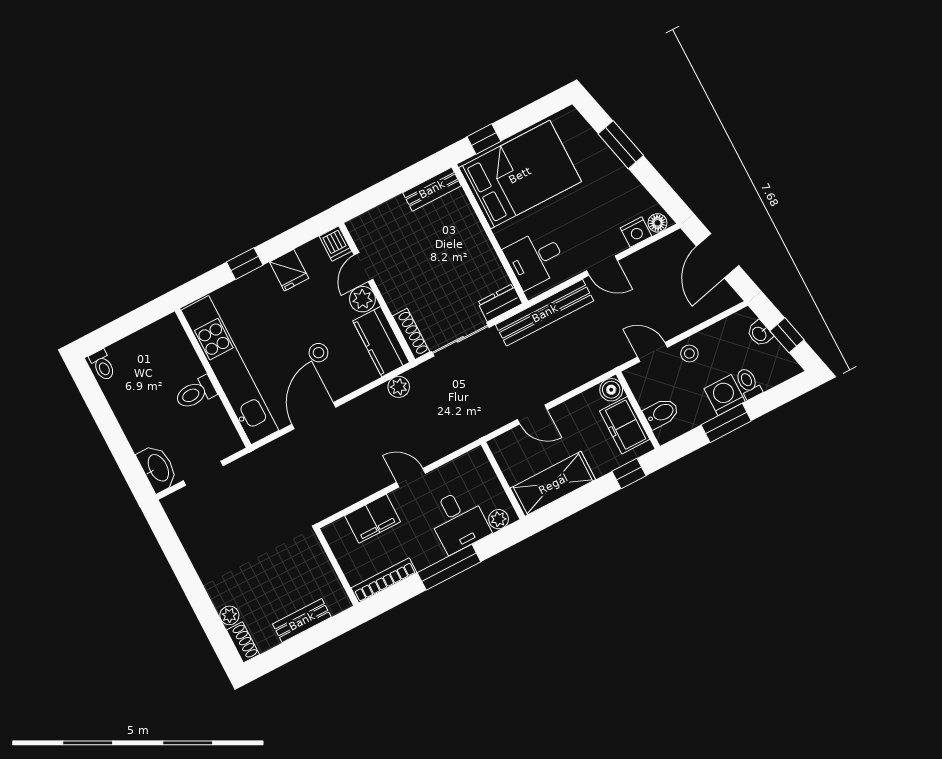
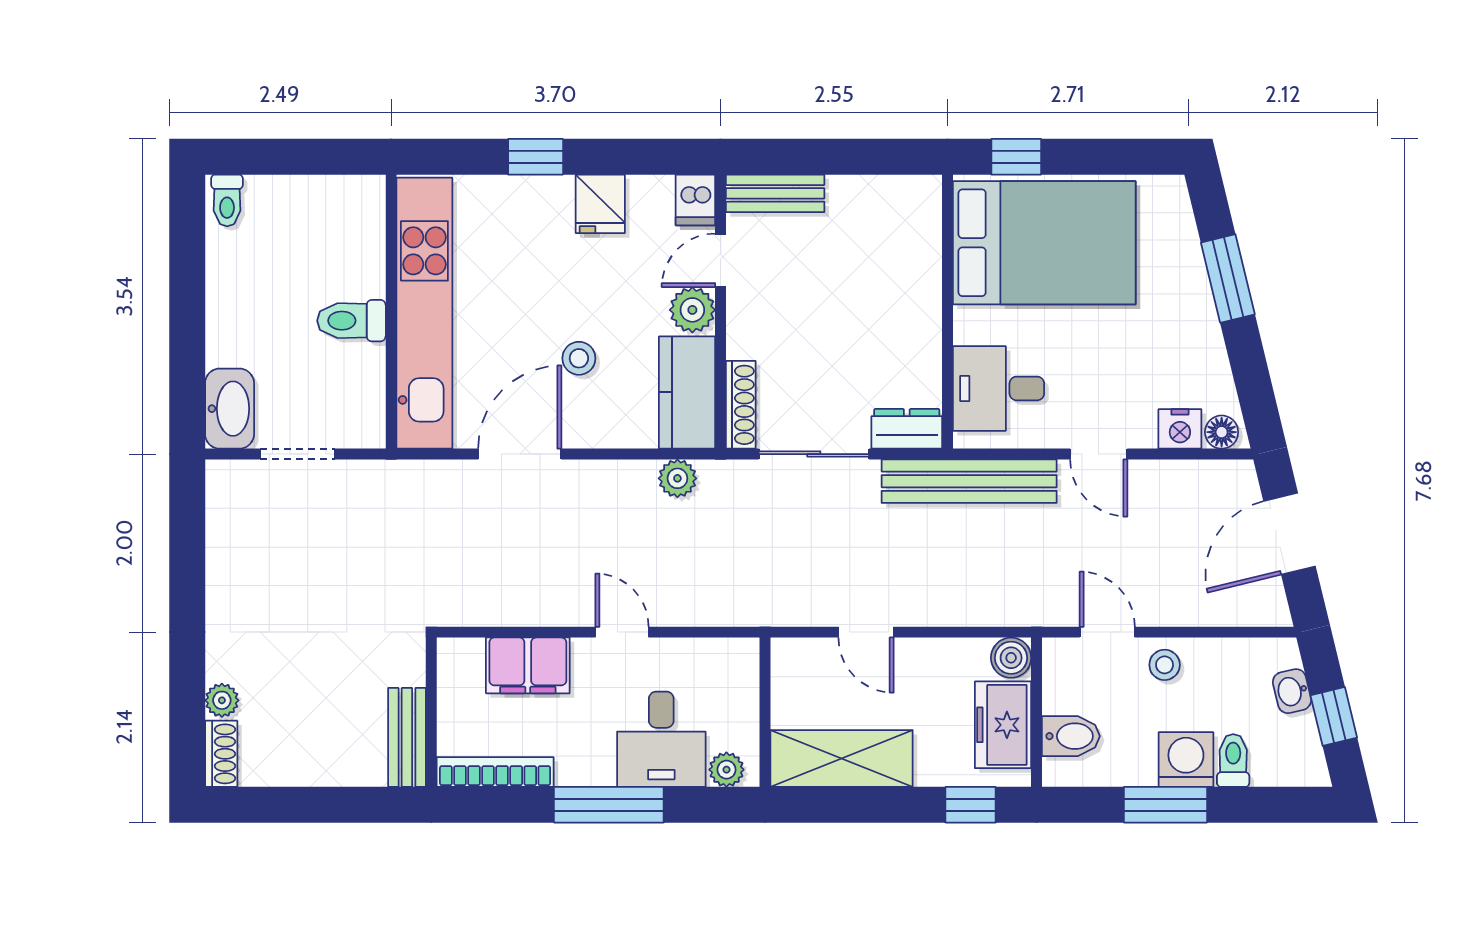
bench: (432, 189) -> (775, 193), moved
bench: (302, 621) -> (407, 737), moved, turned 90

